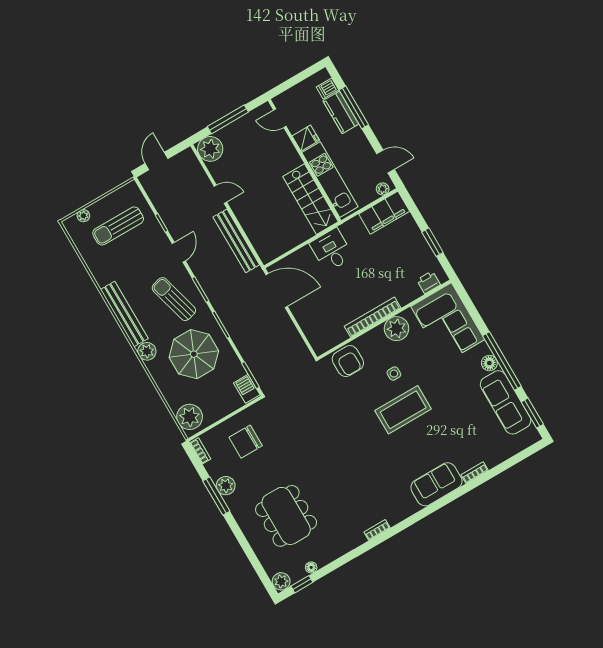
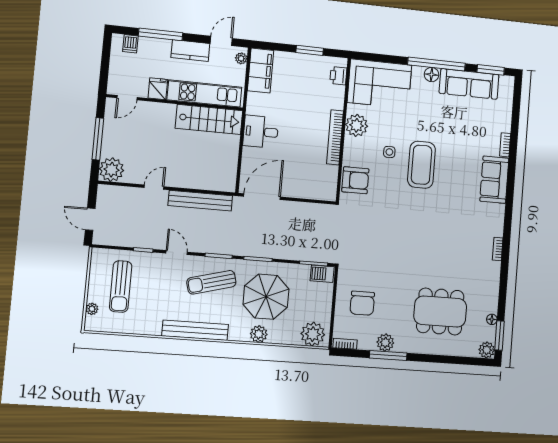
kitchen counter: (341, 112) -> (190, 51), moved
plant: (147, 351) -> (259, 334), moved
window: (302, 584) -> (499, 335), width x1.50

